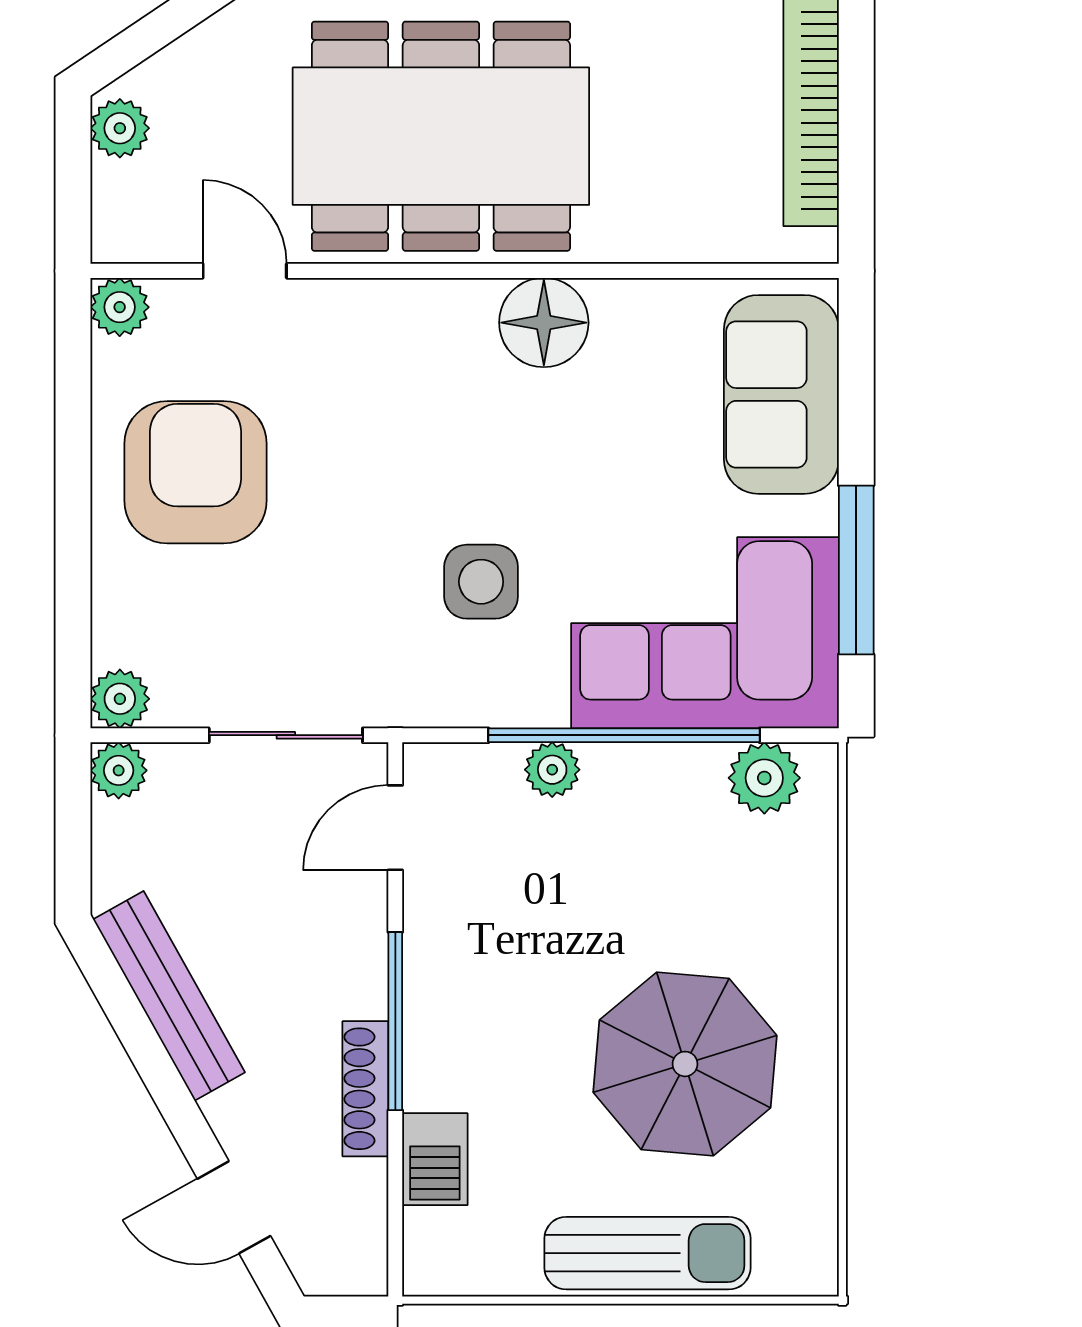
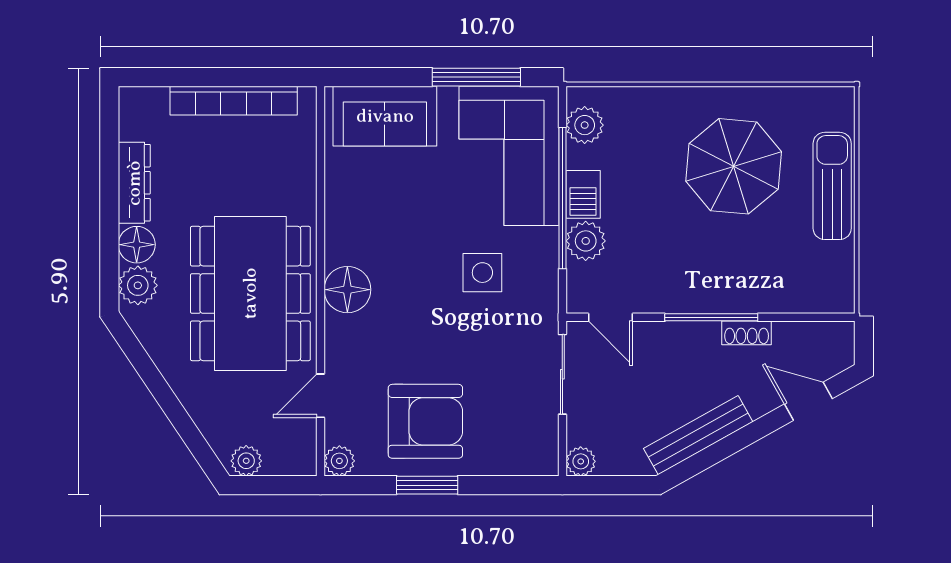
floor lamp: (544, 323) -> (347, 290), moved
armchair: (196, 472) -> (425, 421), turned 180
window: (73, 476) -> (427, 485), added
plant: (120, 699) -> (543, 461), removed
plant: (552, 770) -> (586, 241), width x1.38, depth x1.38
shoe rack: (365, 1089) -> (747, 333), width x0.70
barbecue: (435, 1159) -> (583, 194), moved, turned 90
door: (234, 1207) -> (808, 401), swing flipped

